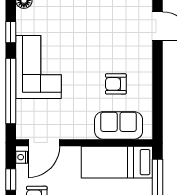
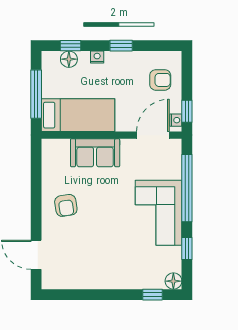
armchair: (116, 84) -> (66, 205), moved, turned 81
sofa: (119, 125) -> (95, 153), moved
window: (11, 180) -> (187, 111), moved

